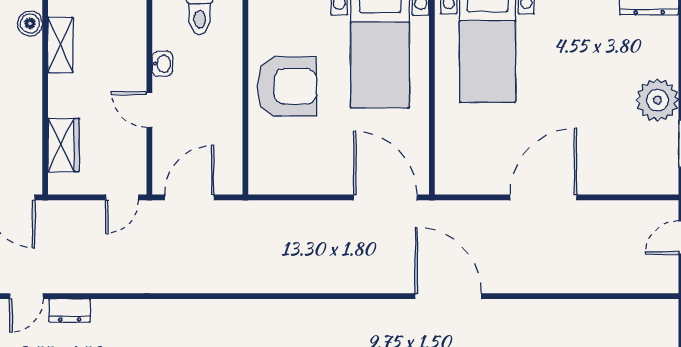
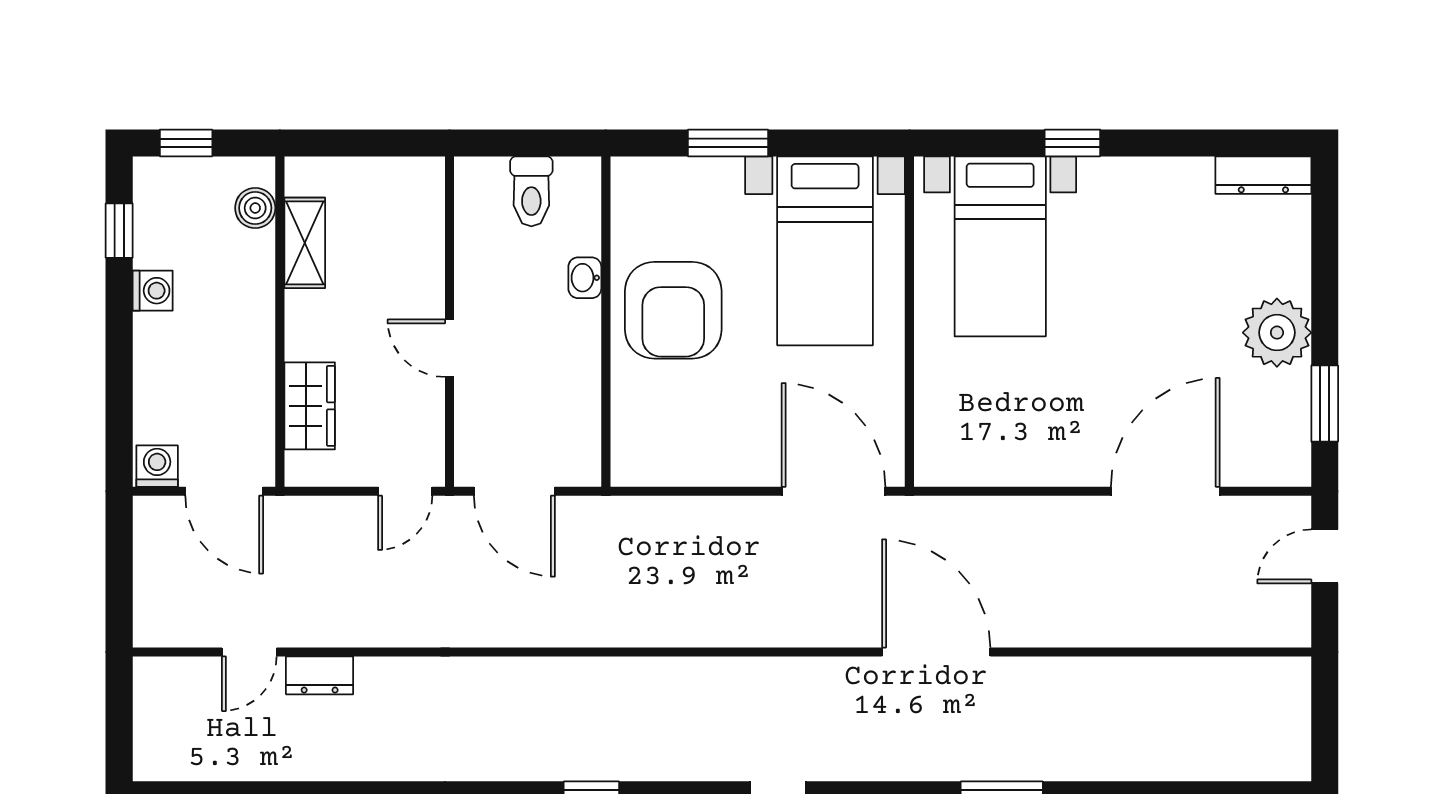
washbasin: (162, 64) -> (585, 278), moved, turned 180
armchair: (287, 86) -> (673, 310), turned 90
door: (189, 197) -> (514, 491), swing flipped
door: (543, 197) -> (1165, 491), moved

